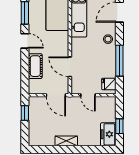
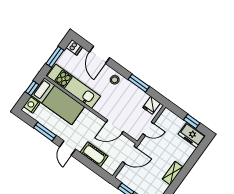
door: (25, 41) -> (68, 148), swing flipped
window: (119, 61) -> (139, 83), width x0.69

